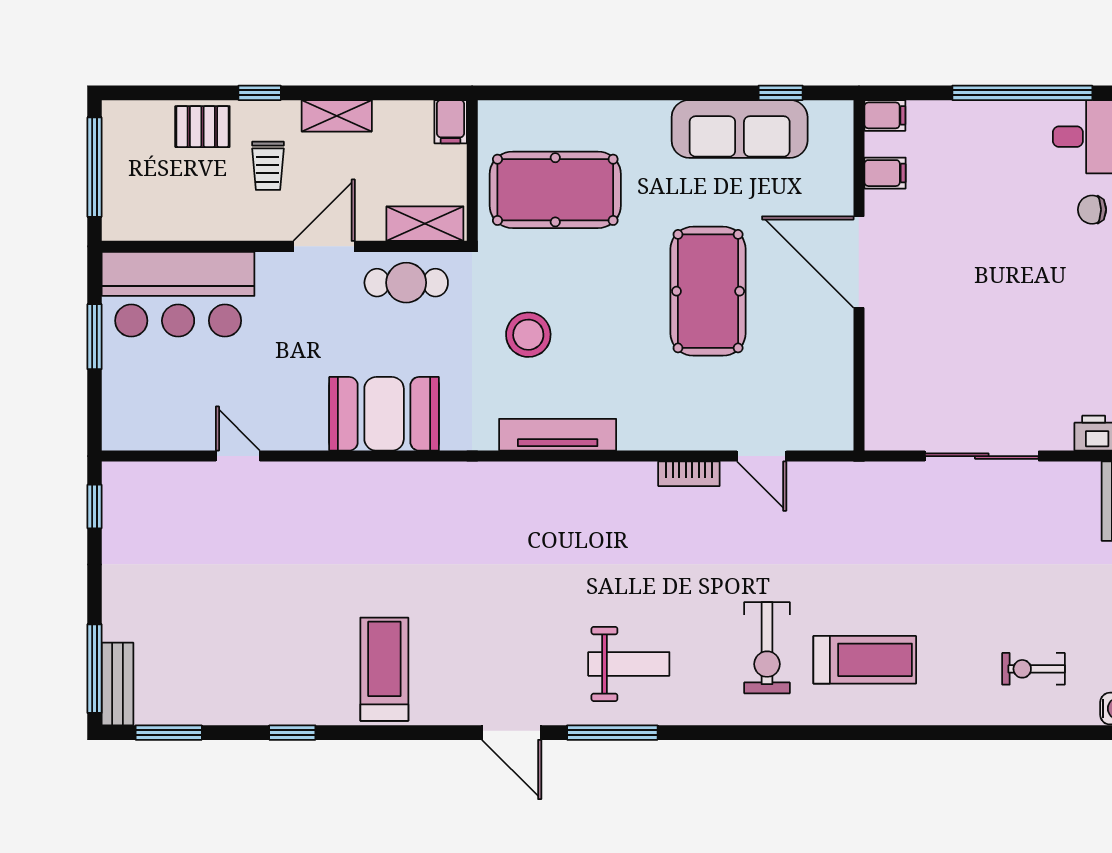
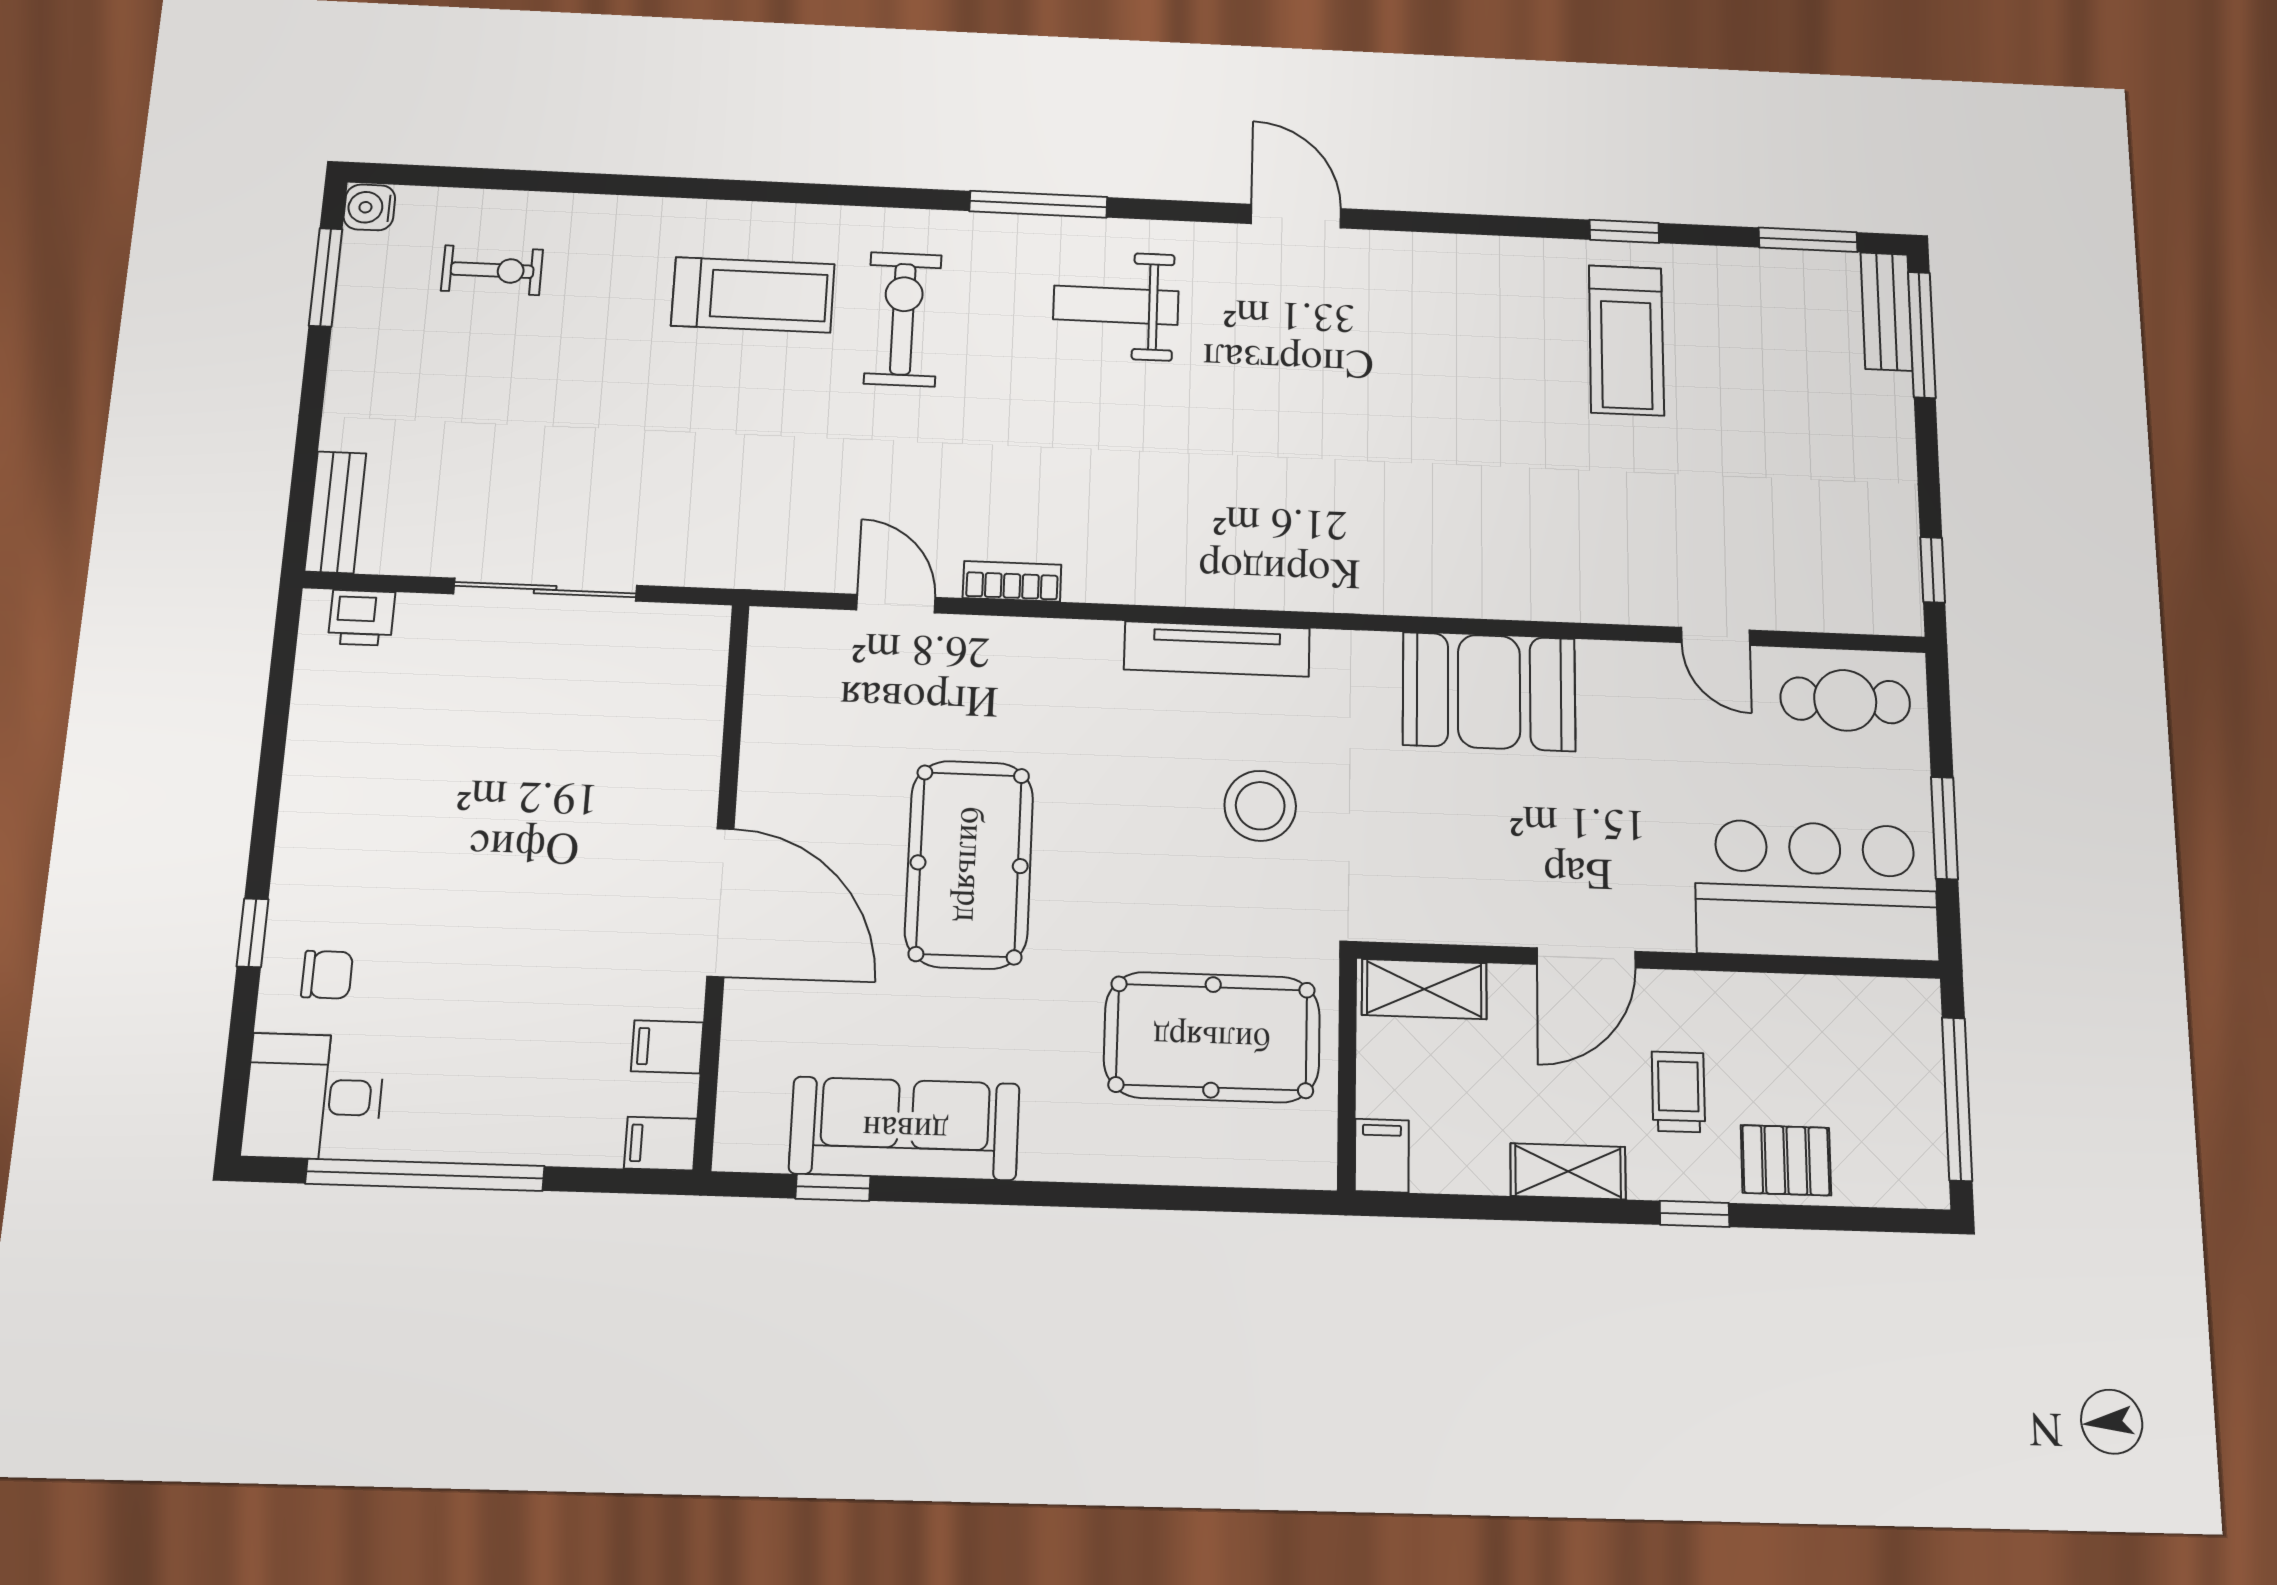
cafe table: (406, 283) -> (1845, 700), moved
treadmill: (865, 660) -> (753, 295), turned 180
treadmill: (384, 669) -> (1626, 340), moved
window: (612, 733) -> (1038, 204), moved

